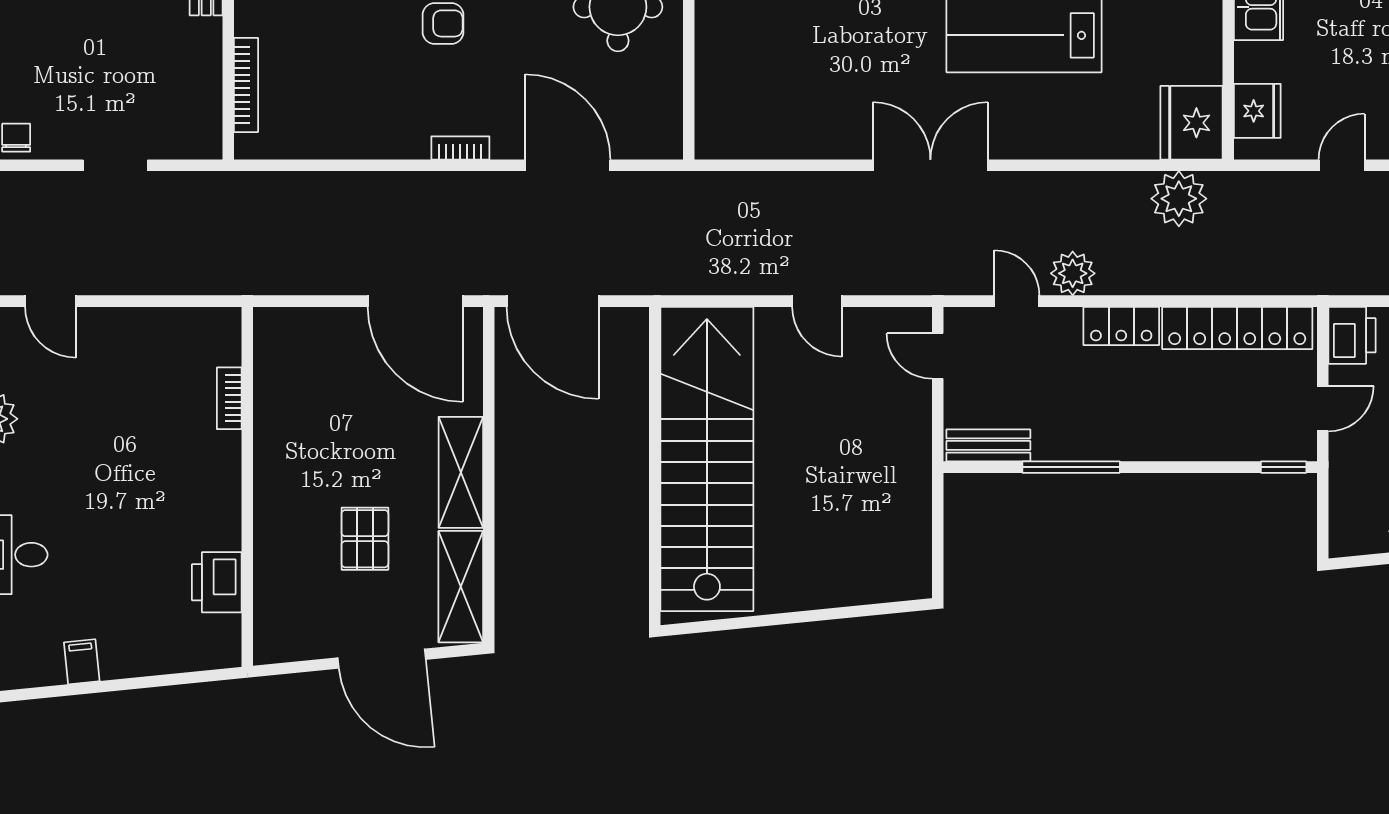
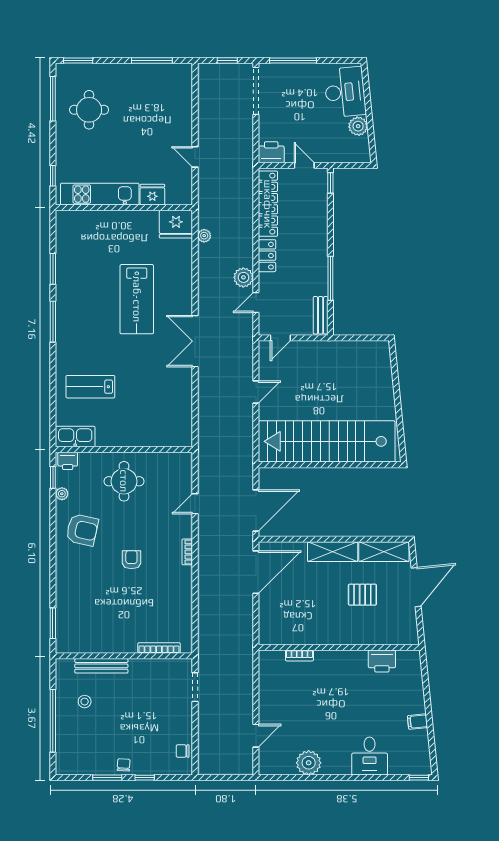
fridge: (1257, 111) -> (152, 195), moved
doorway: (115, 165) -> (195, 687), moved
door: (568, 165) -> (195, 504), width x0.53
plant: (1179, 199) -> (204, 236), width x0.53, depth x0.53

